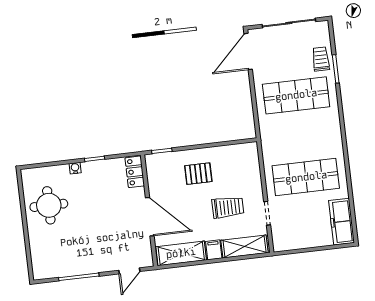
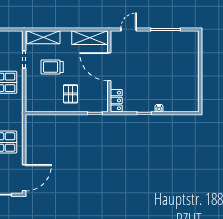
pallet: (198, 174) -> (71, 94), turned 90
round table: (49, 205) -> (181, 84), removed
filing cabinet: (214, 250) -> (66, 37), removed

